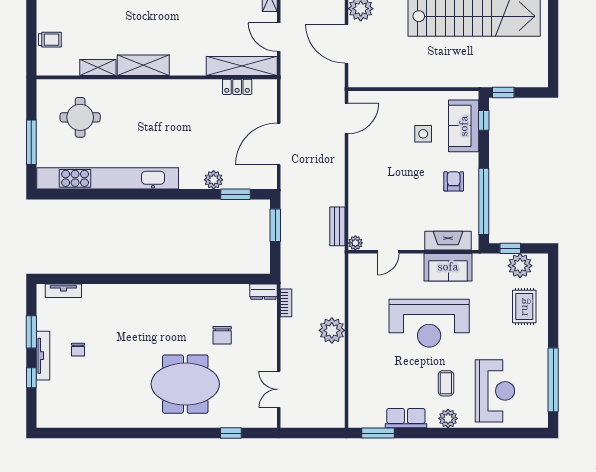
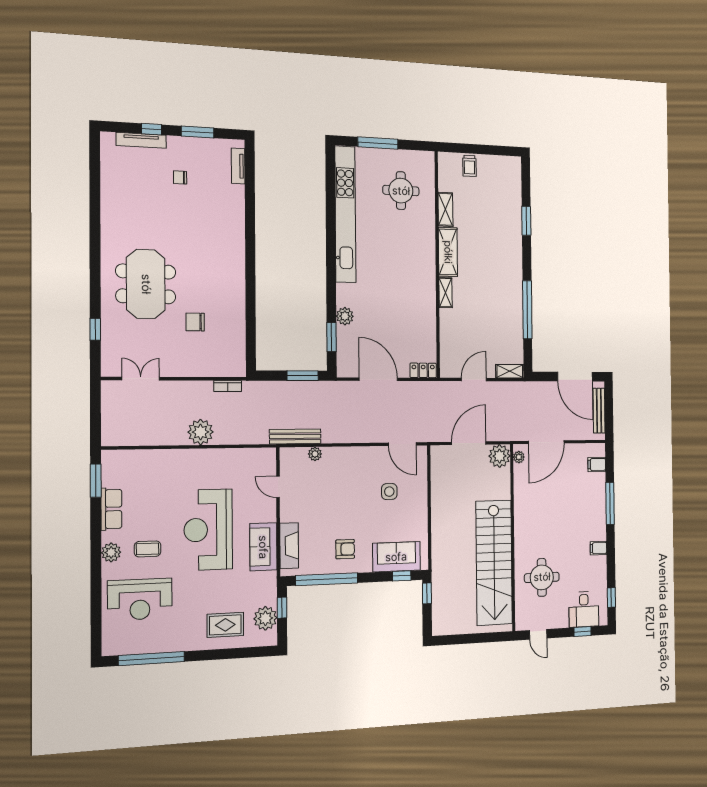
shelving: (242, 66) -> (446, 293), moved, width x0.45, depth x0.75
locker: (237, 87) -> (423, 370), moved, turned 90
side table: (423, 134) -> (389, 492), moved
bench: (337, 226) -> (295, 436), width x1.36
plant: (355, 243) -> (315, 454), moved
dresser: (263, 292) -> (239, 364), removed
tv unit: (43, 356) -> (141, 140), moved

